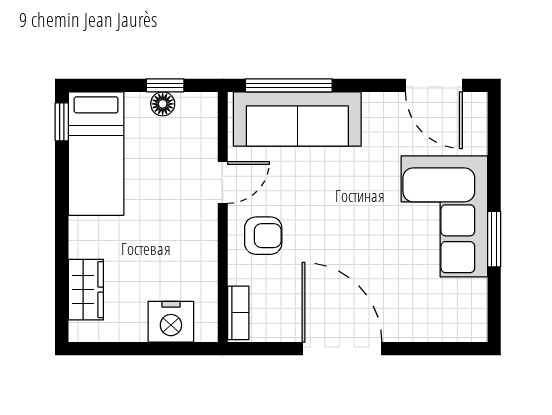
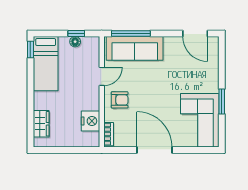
corner sofa: (444, 216) -> (200, 120), moved
nightstand: (171, 322) -> (90, 121), moved, turned -90

